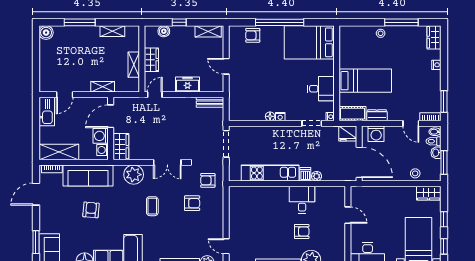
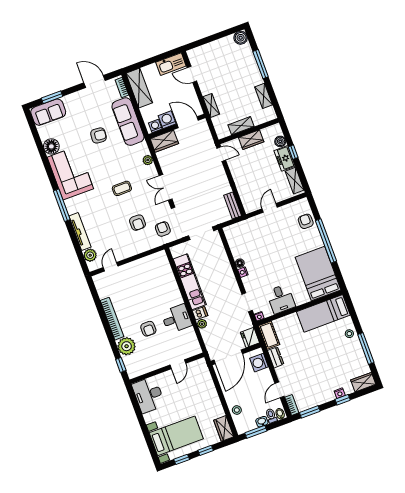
window: (444, 64) -> (343, 400), added
bed: (365, 81) -> (323, 313), moved, turned 90
freezer: (188, 84) -> (285, 158), moved, turned 180
plant: (134, 175) -> (148, 160), width x0.53, depth x0.53

